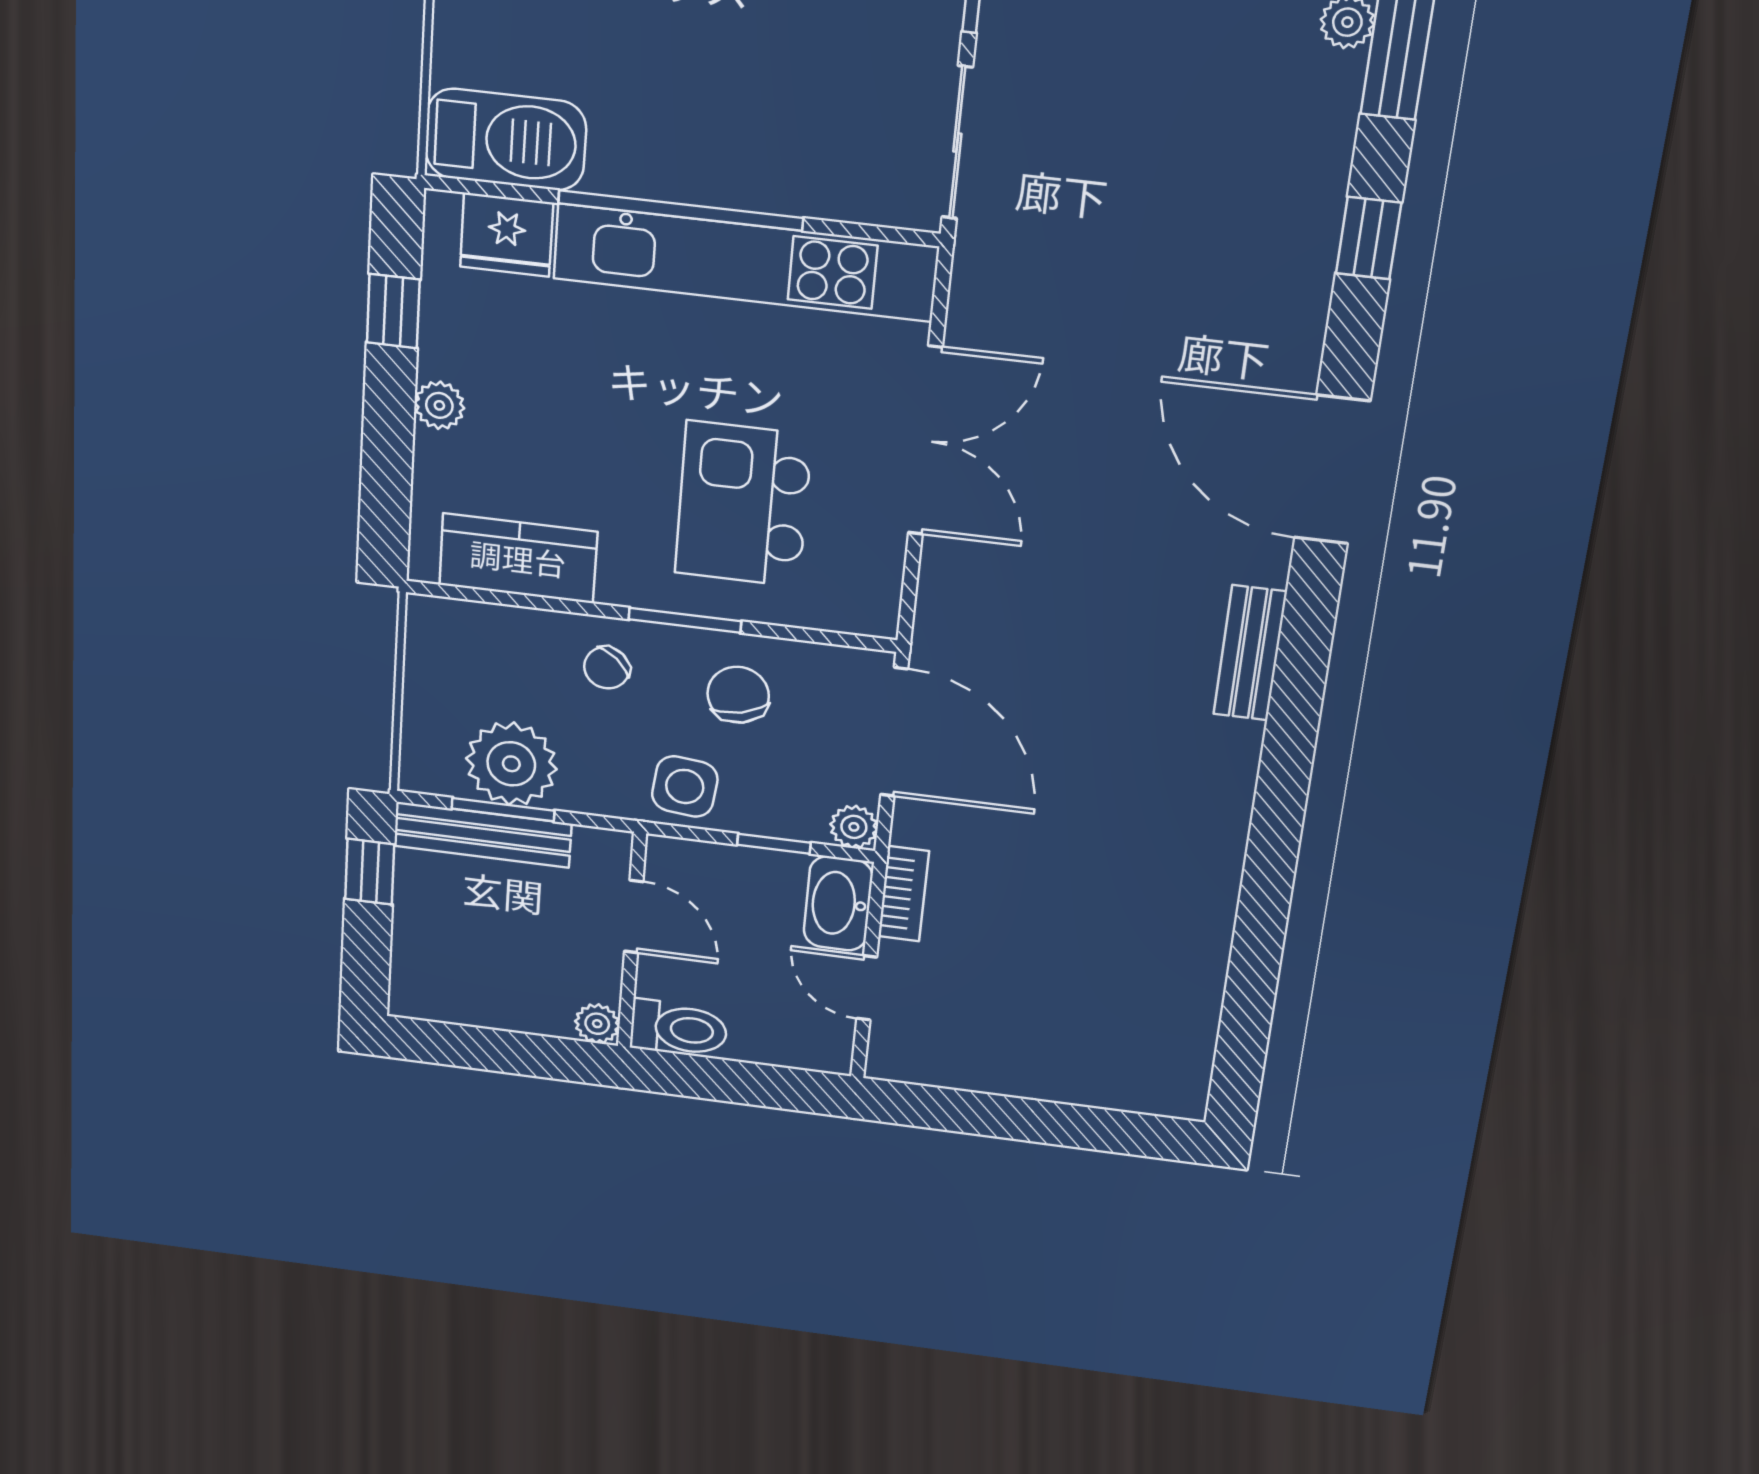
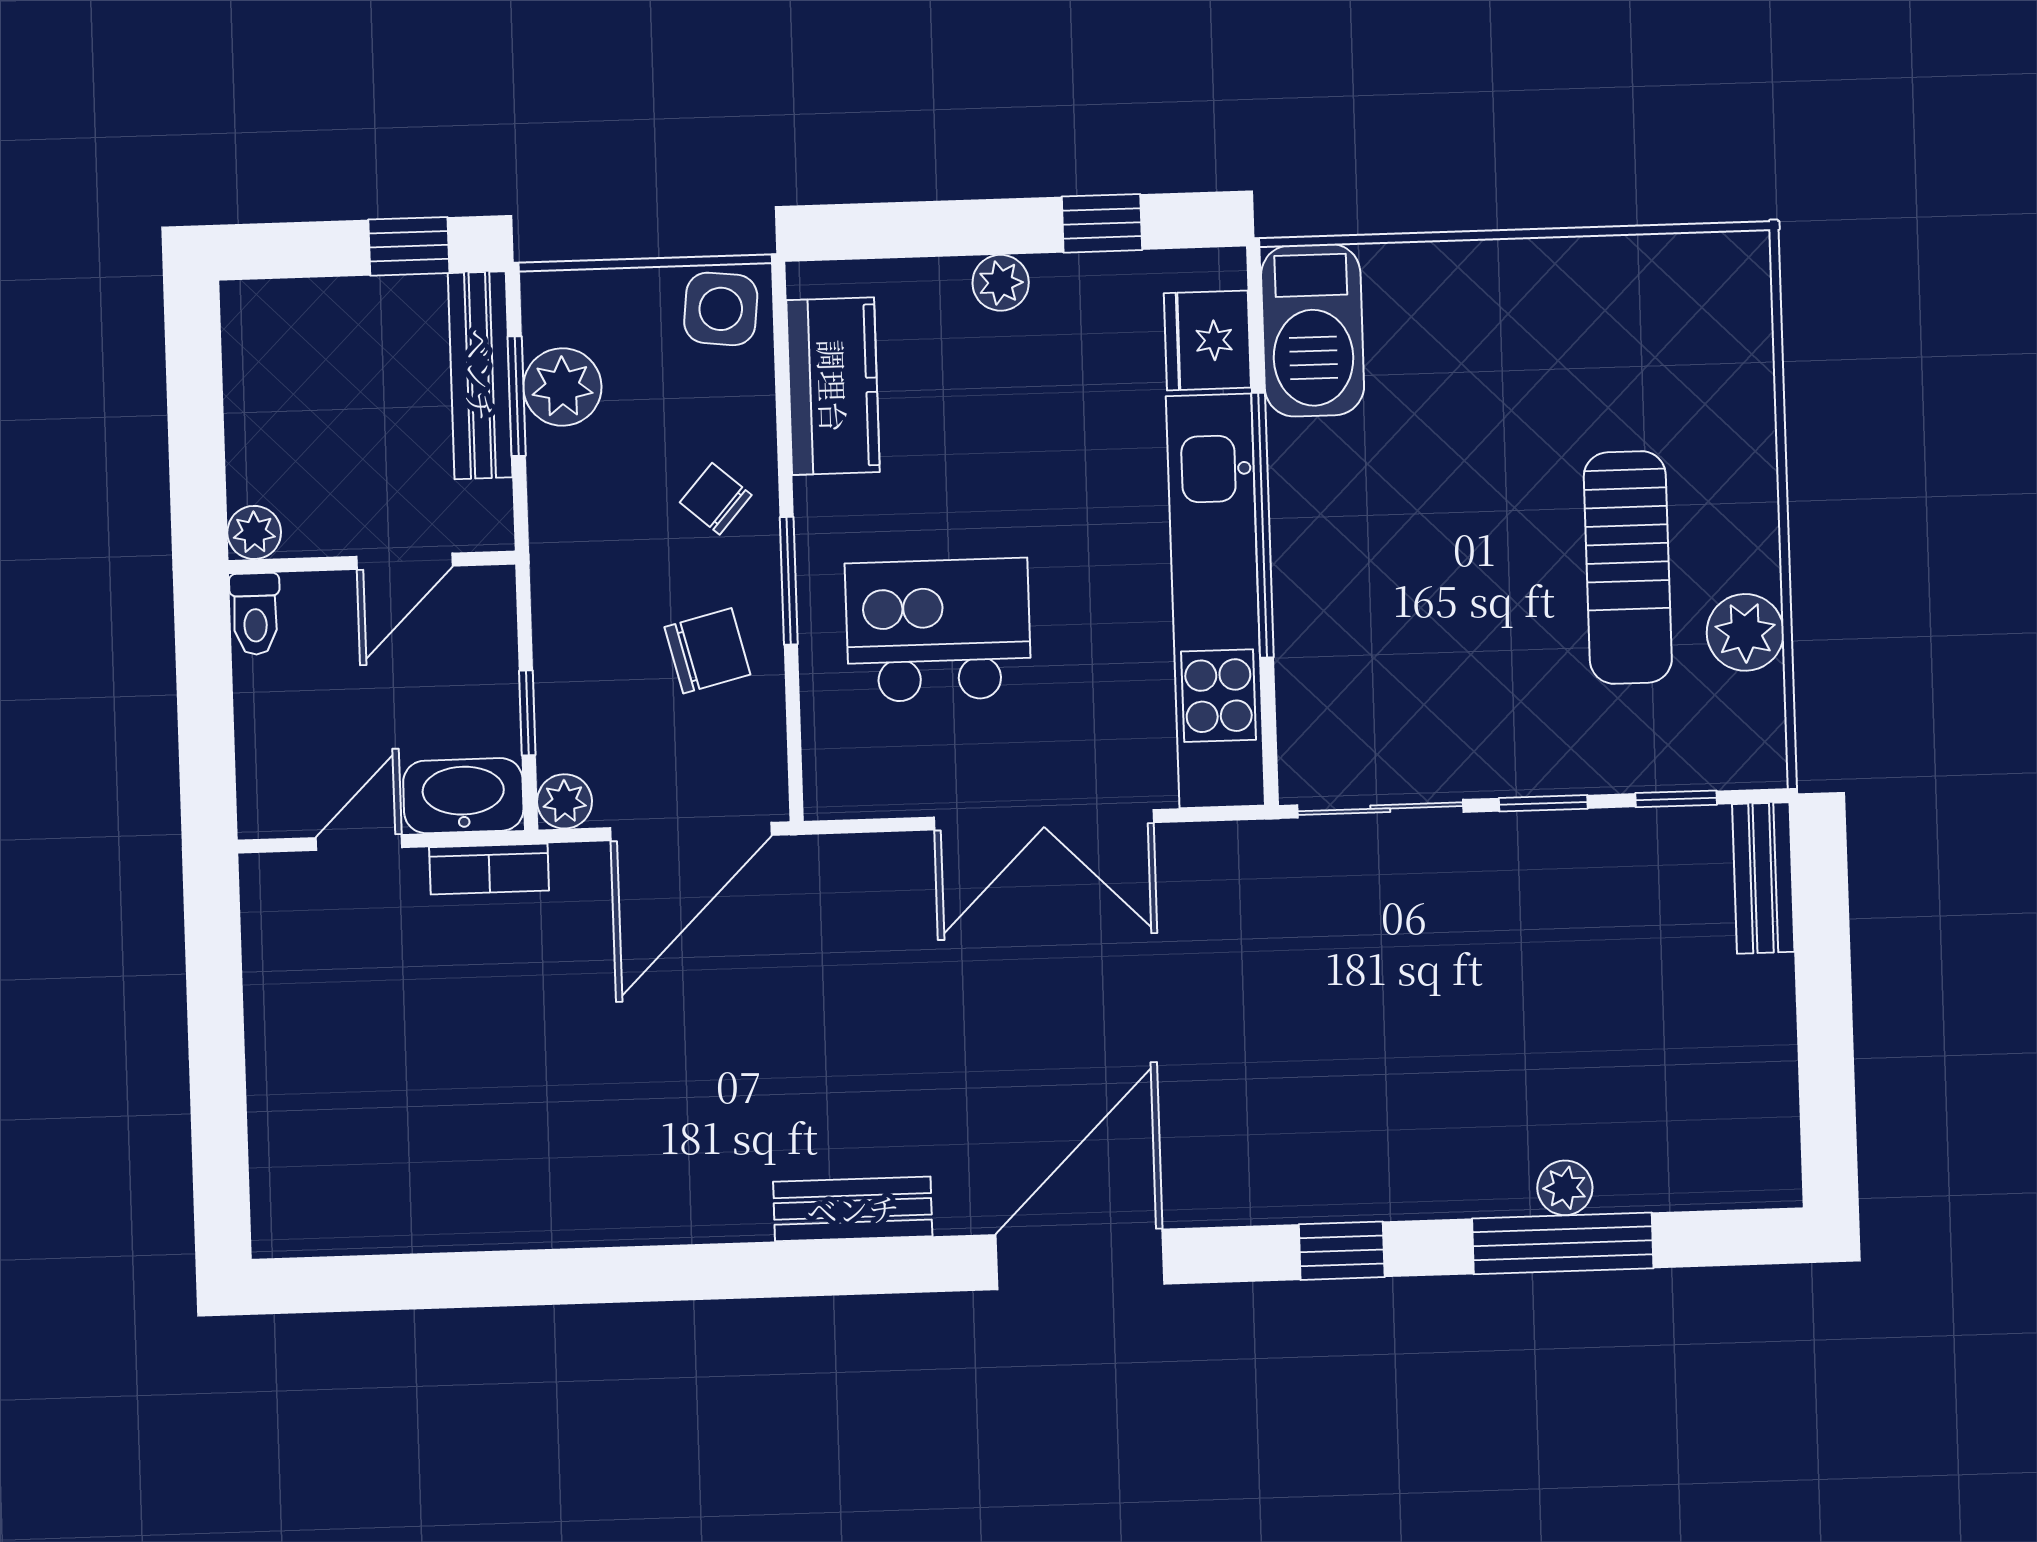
plant: (511, 764) -> (562, 387), width x0.73, depth x0.73
side table: (685, 786) -> (721, 309), moved
toilet: (679, 1029) -> (255, 614), width x0.73, depth x0.72

